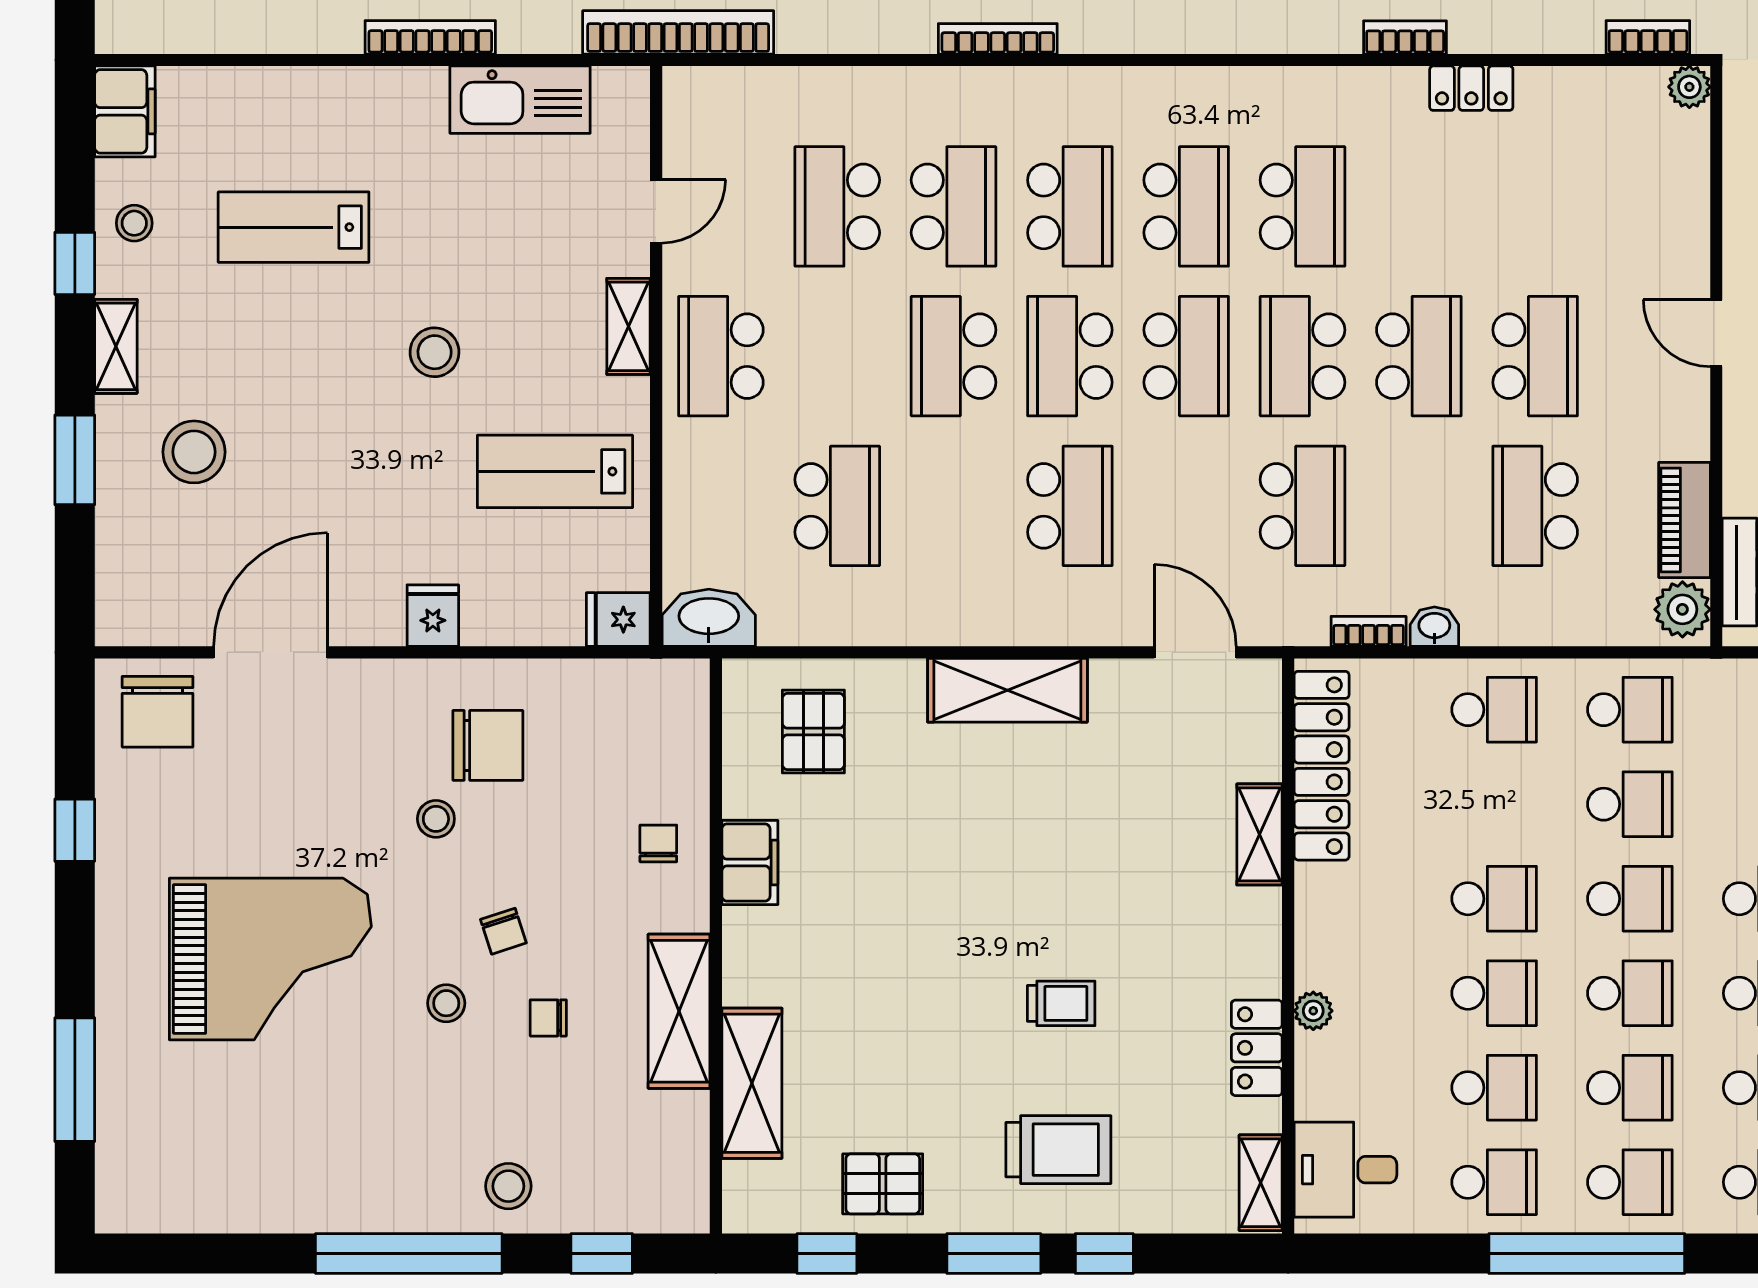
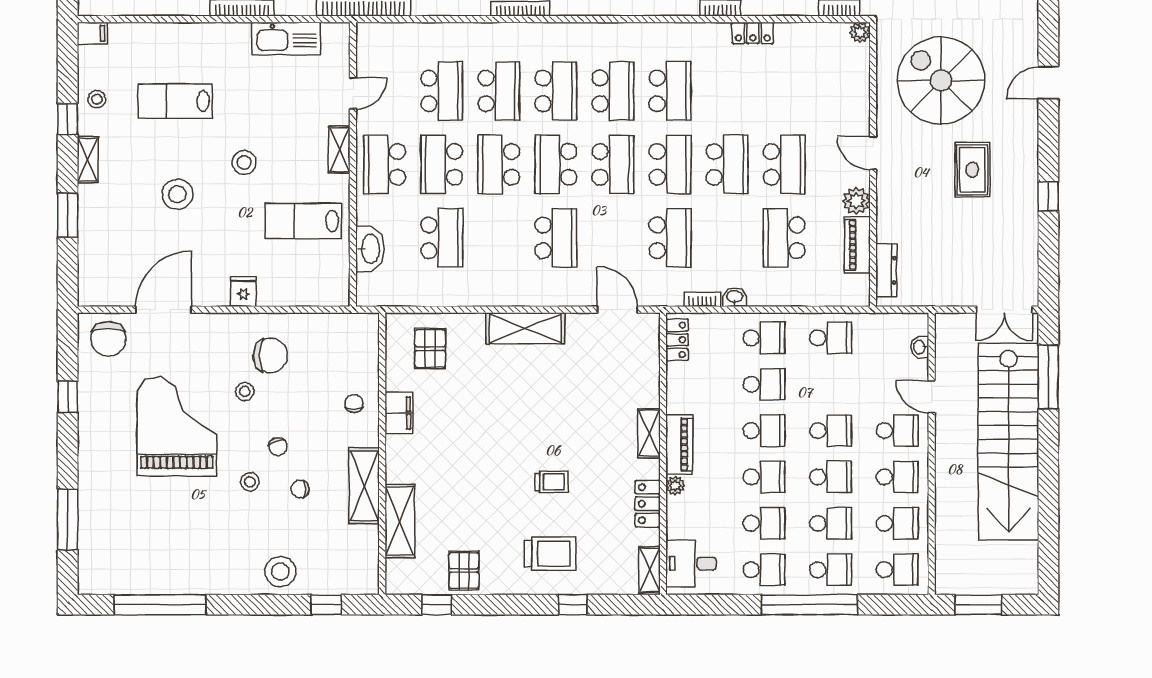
filing cabinet: (125, 111) -> (92, 33), width x0.50
school desk: (837, 206) -> (442, 91), turned 180
school desk: (837, 356) -> (442, 164), added
school desk: (1303, 356) -> (670, 164), turned 180
stool: (194, 452) -> (178, 194), moved
plant: (1682, 609) -> (856, 201), moved
washbasin: (709, 618) -> (370, 249), moved, turned 90
fridge: (618, 620) -> (334, 294), removed
locker: (1322, 766) -> (677, 340), width x0.46, depth x0.83
school desk: (1630, 804) -> (764, 384), moved
shelving: (1260, 834) -> (649, 433), moved
piano: (1321, 927) -> (679, 445), added
grand piano: (270, 959) -> (177, 427), moved, turned -90
pallet: (883, 1184) -> (464, 571), turned 90
stool: (508, 1186) -> (280, 572), width x1.38, depth x1.38
window: (409, 1254) -> (160, 605), moved
window: (994, 1254) -> (519, 605), removed

